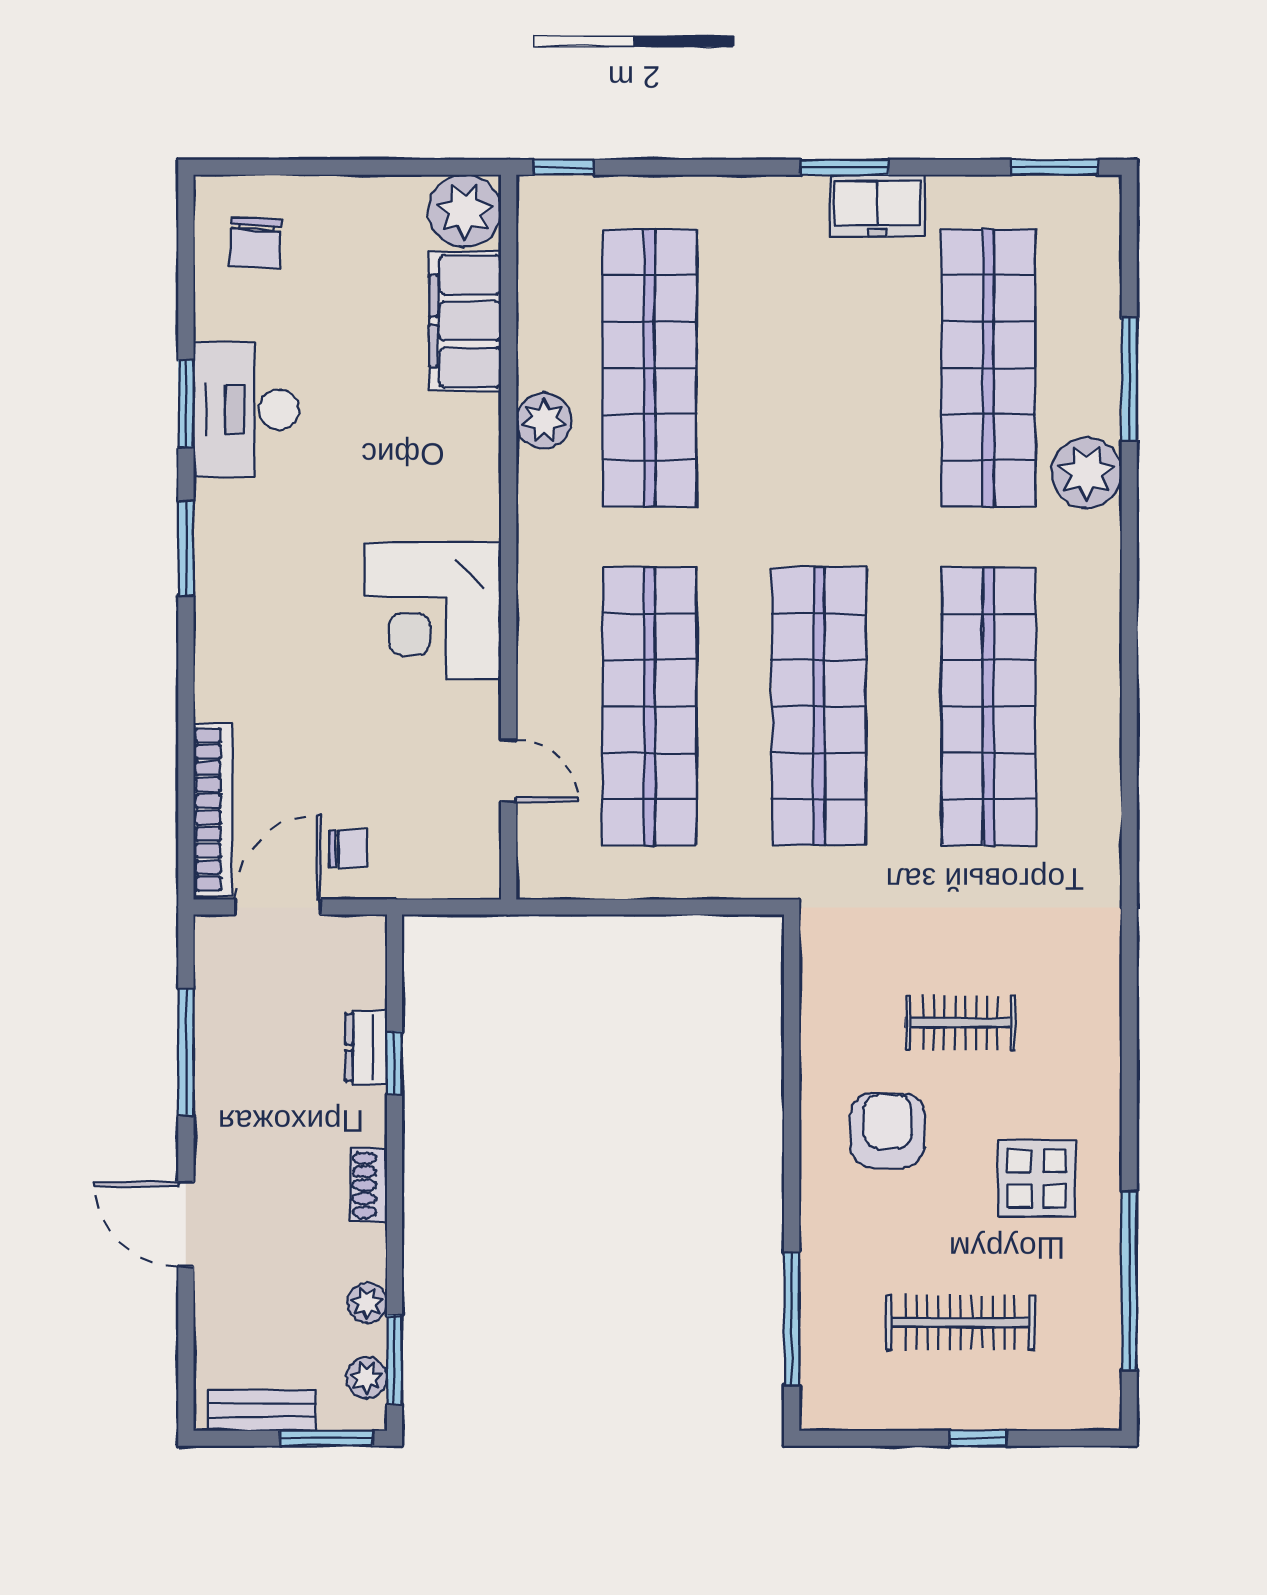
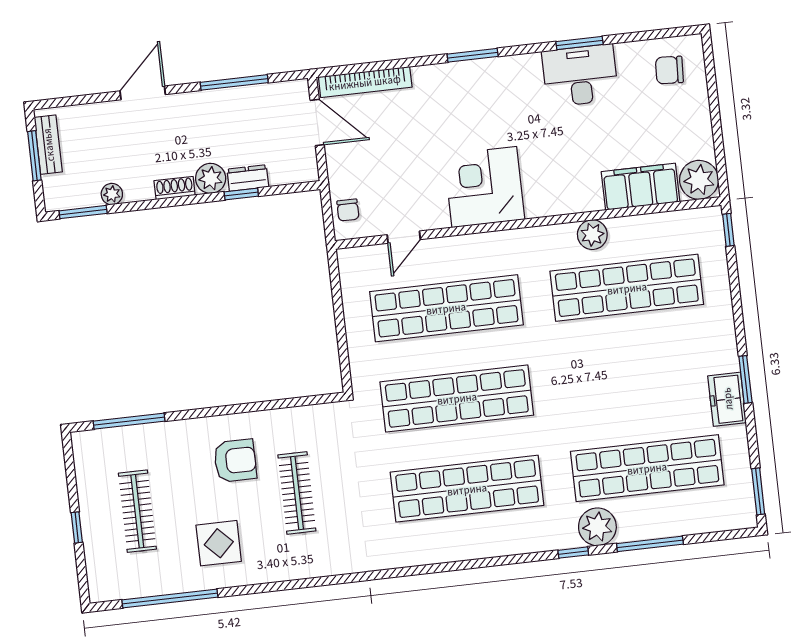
window: (1129, 523) -> (573, 553), added
window: (186, 548) -> (473, 55), moved
chair: (348, 849) -> (348, 210), moved
clothes rail: (960, 1023) -> (297, 493), width x1.36
plant: (367, 1378) -> (211, 178), moved, width x1.38, depth x1.38
window: (326, 1438) -> (34, 156), moved

